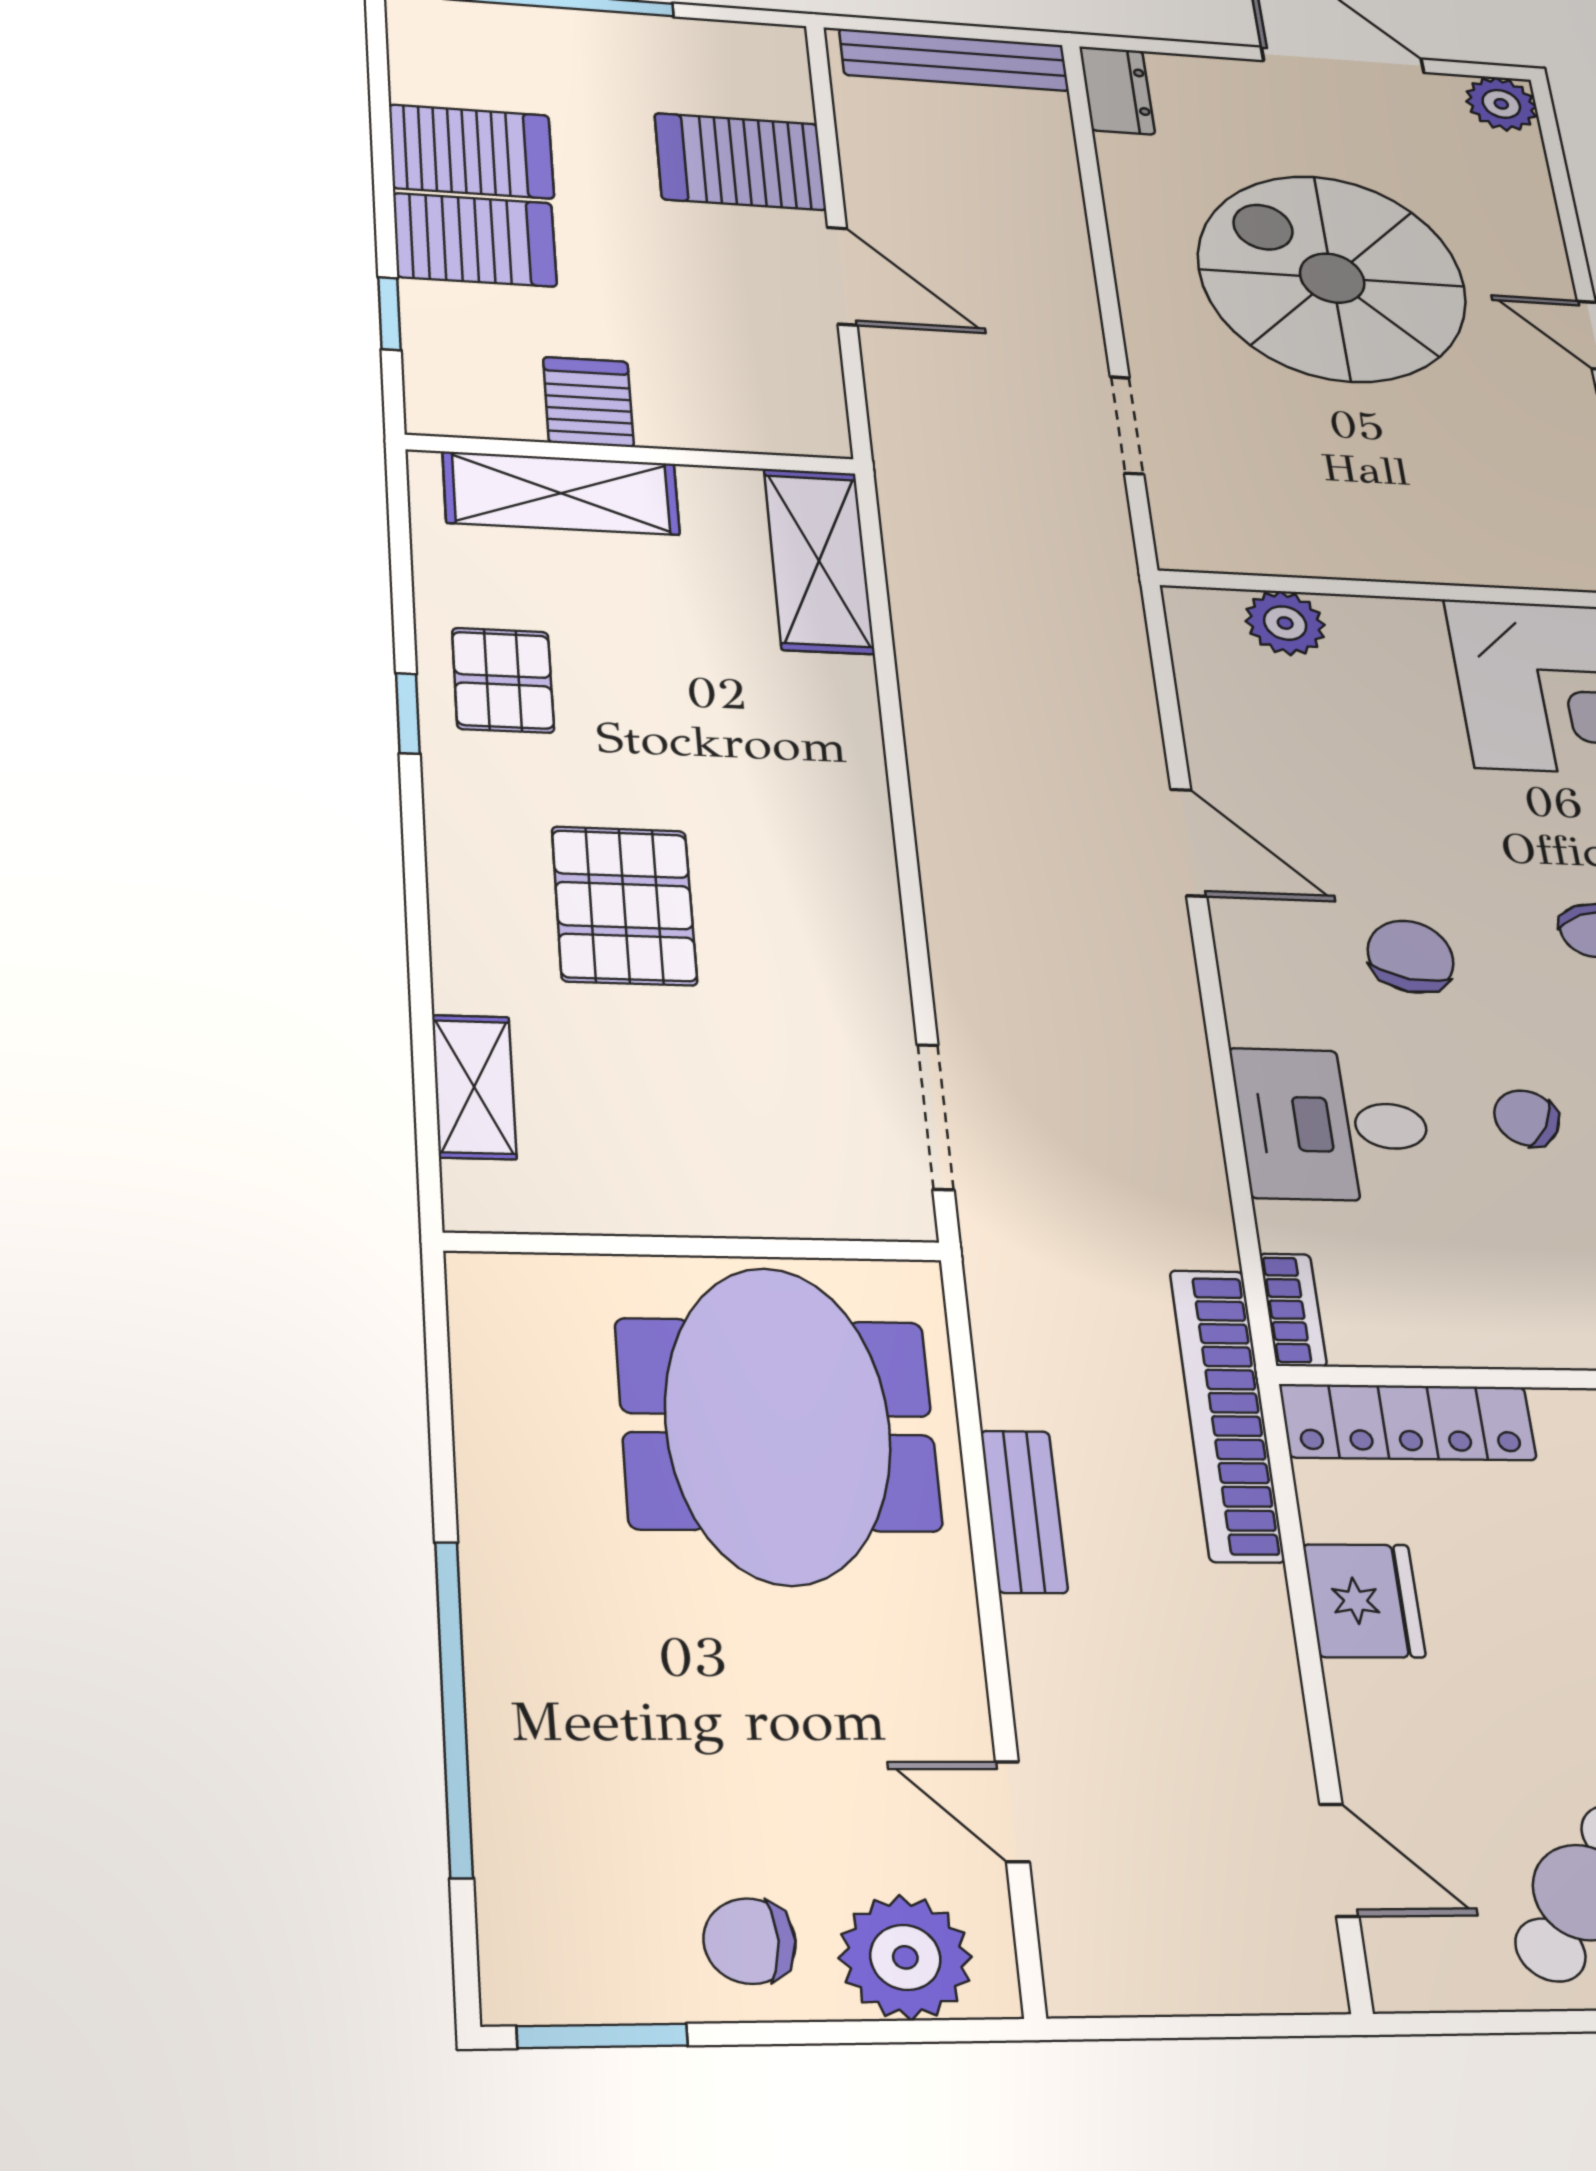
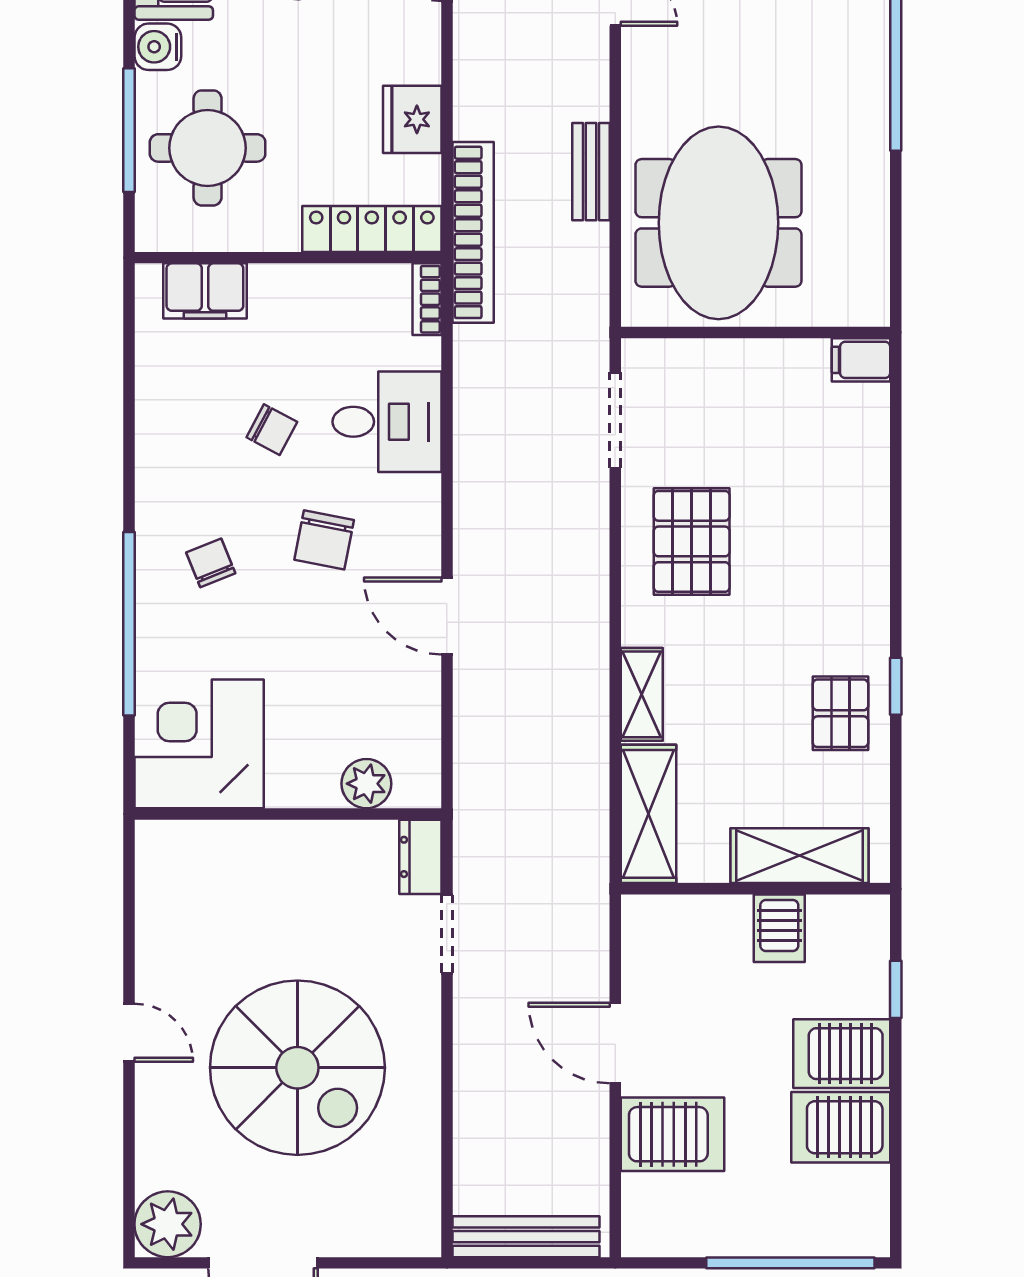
dresser: (1117, 90) -> (420, 857), moved
plant: (1501, 104) -> (168, 1224), width x1.36, depth x1.36
pallet: (624, 906) -> (692, 541), moved
shelving: (474, 1087) -> (642, 694), moved
filing cabinet: (495, 1199) -> (861, 360), added

